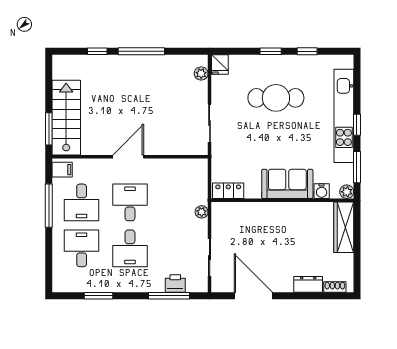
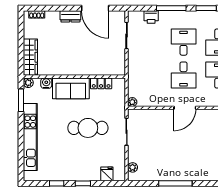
window: (97, 51) -> (207, 183), removed
fridge: (220, 64) -> (107, 174), moved
cafe table: (276, 98) -> (88, 128), moved
window: (357, 125) -> (21, 131), removed
locker: (228, 191) -> (101, 83), moved
plant: (202, 212) -> (132, 102), moved
dresser: (308, 284) -> (70, 16), moved
window: (169, 296) -> (171, 8), moved

